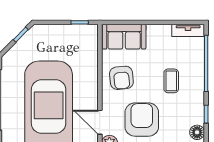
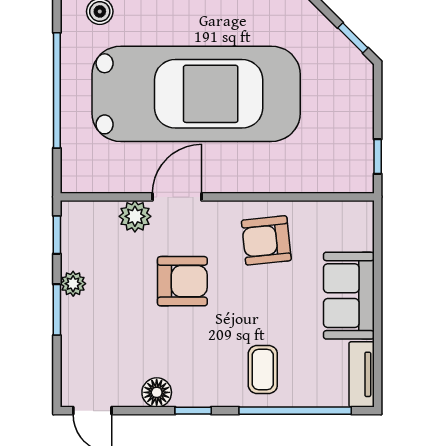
sofa: (124, 37) -> (349, 296), moved
coffee table: (171, 81) -> (263, 370), moved, turned 90
armchair: (142, 120) -> (182, 281), width x0.73, depth x0.73

